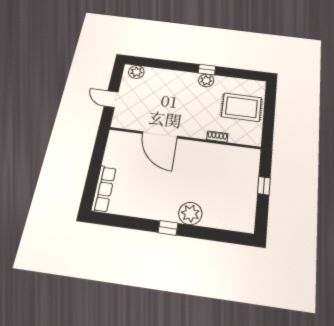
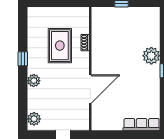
plant: (206, 80) -> (34, 81), moved
rug: (242, 107) -> (60, 46), moved

